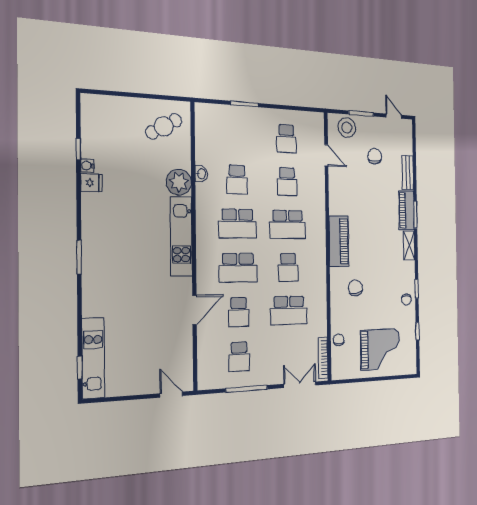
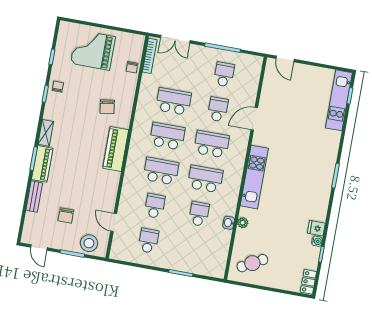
locker: (89, 110) -> (308, 282), added
plant: (179, 182) -> (243, 223), width x0.53, depth x0.53
school desk: (288, 267) -> (167, 136), width x1.85

